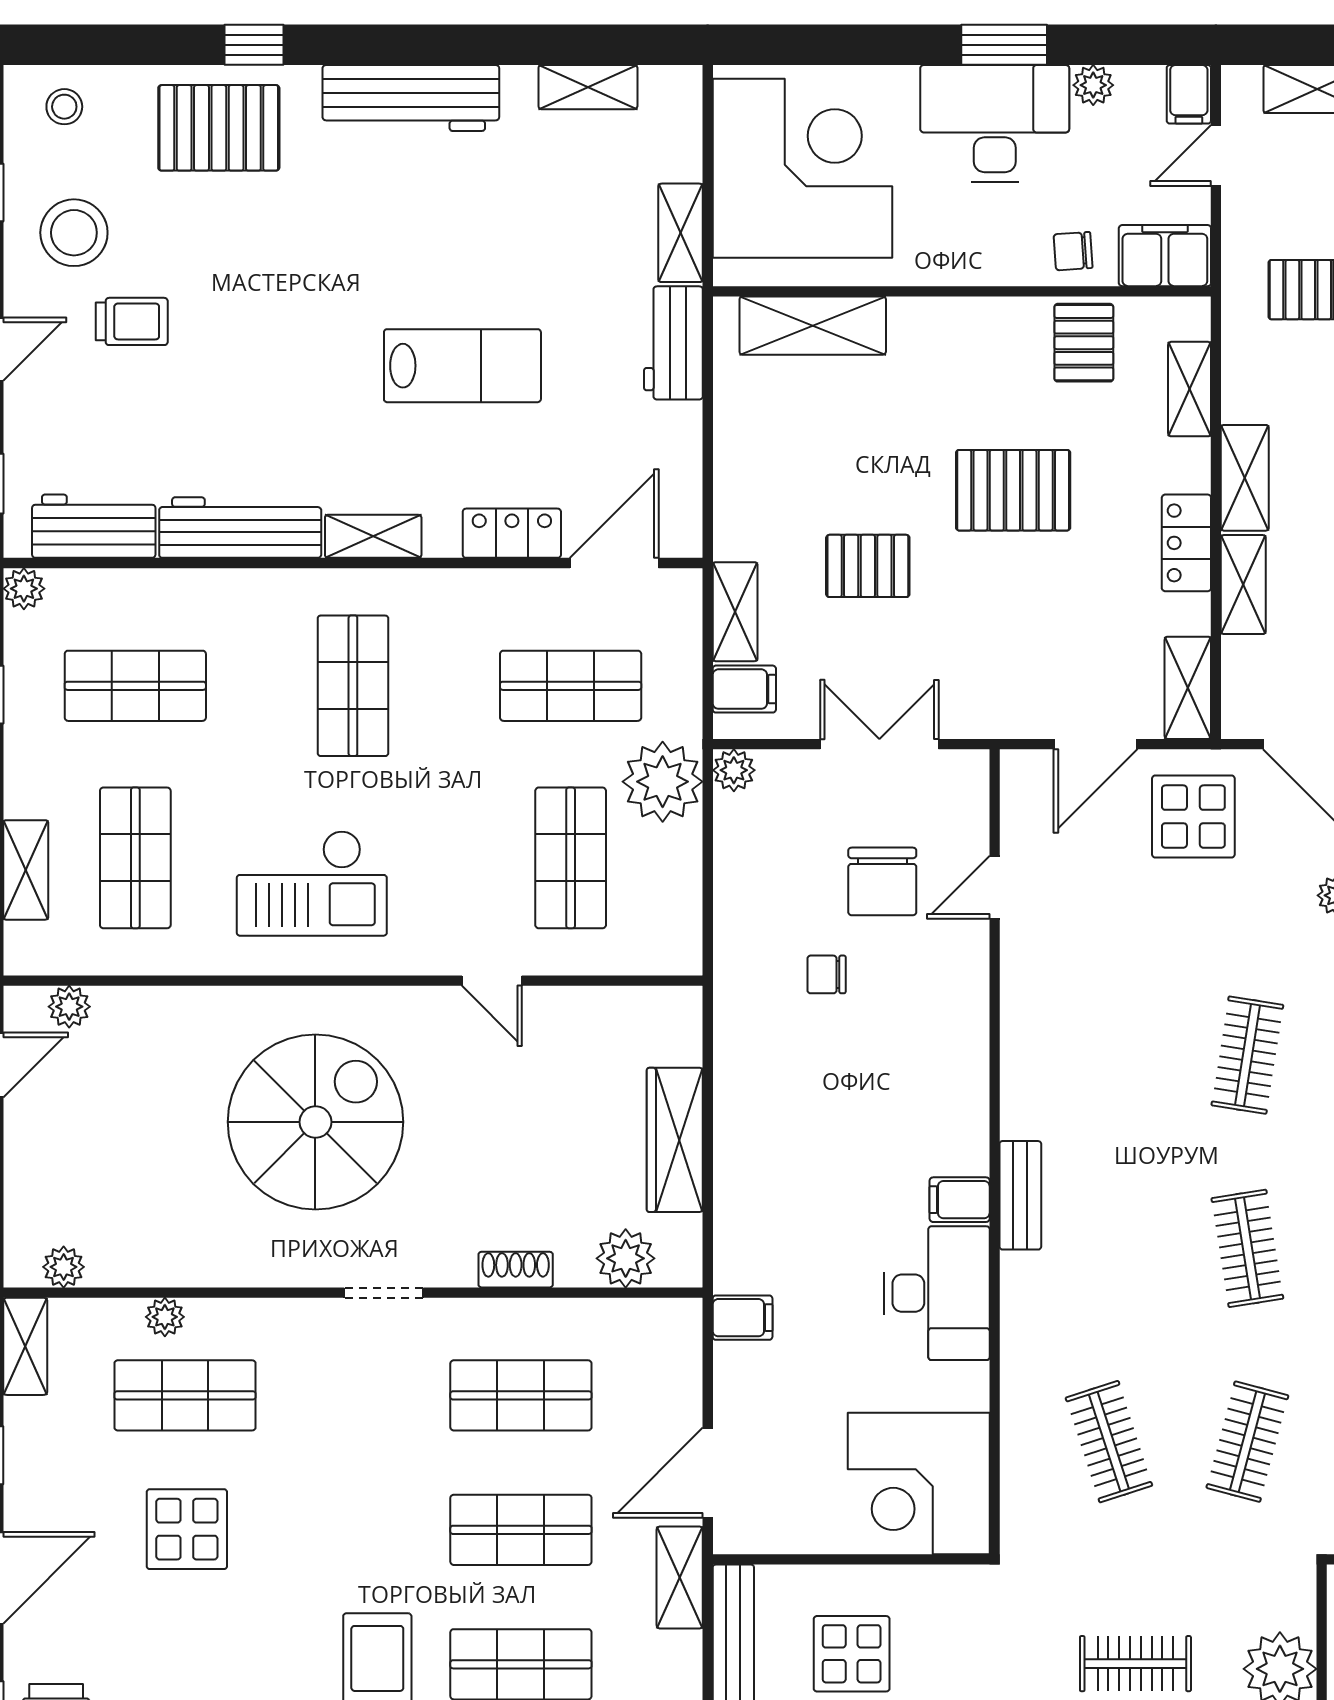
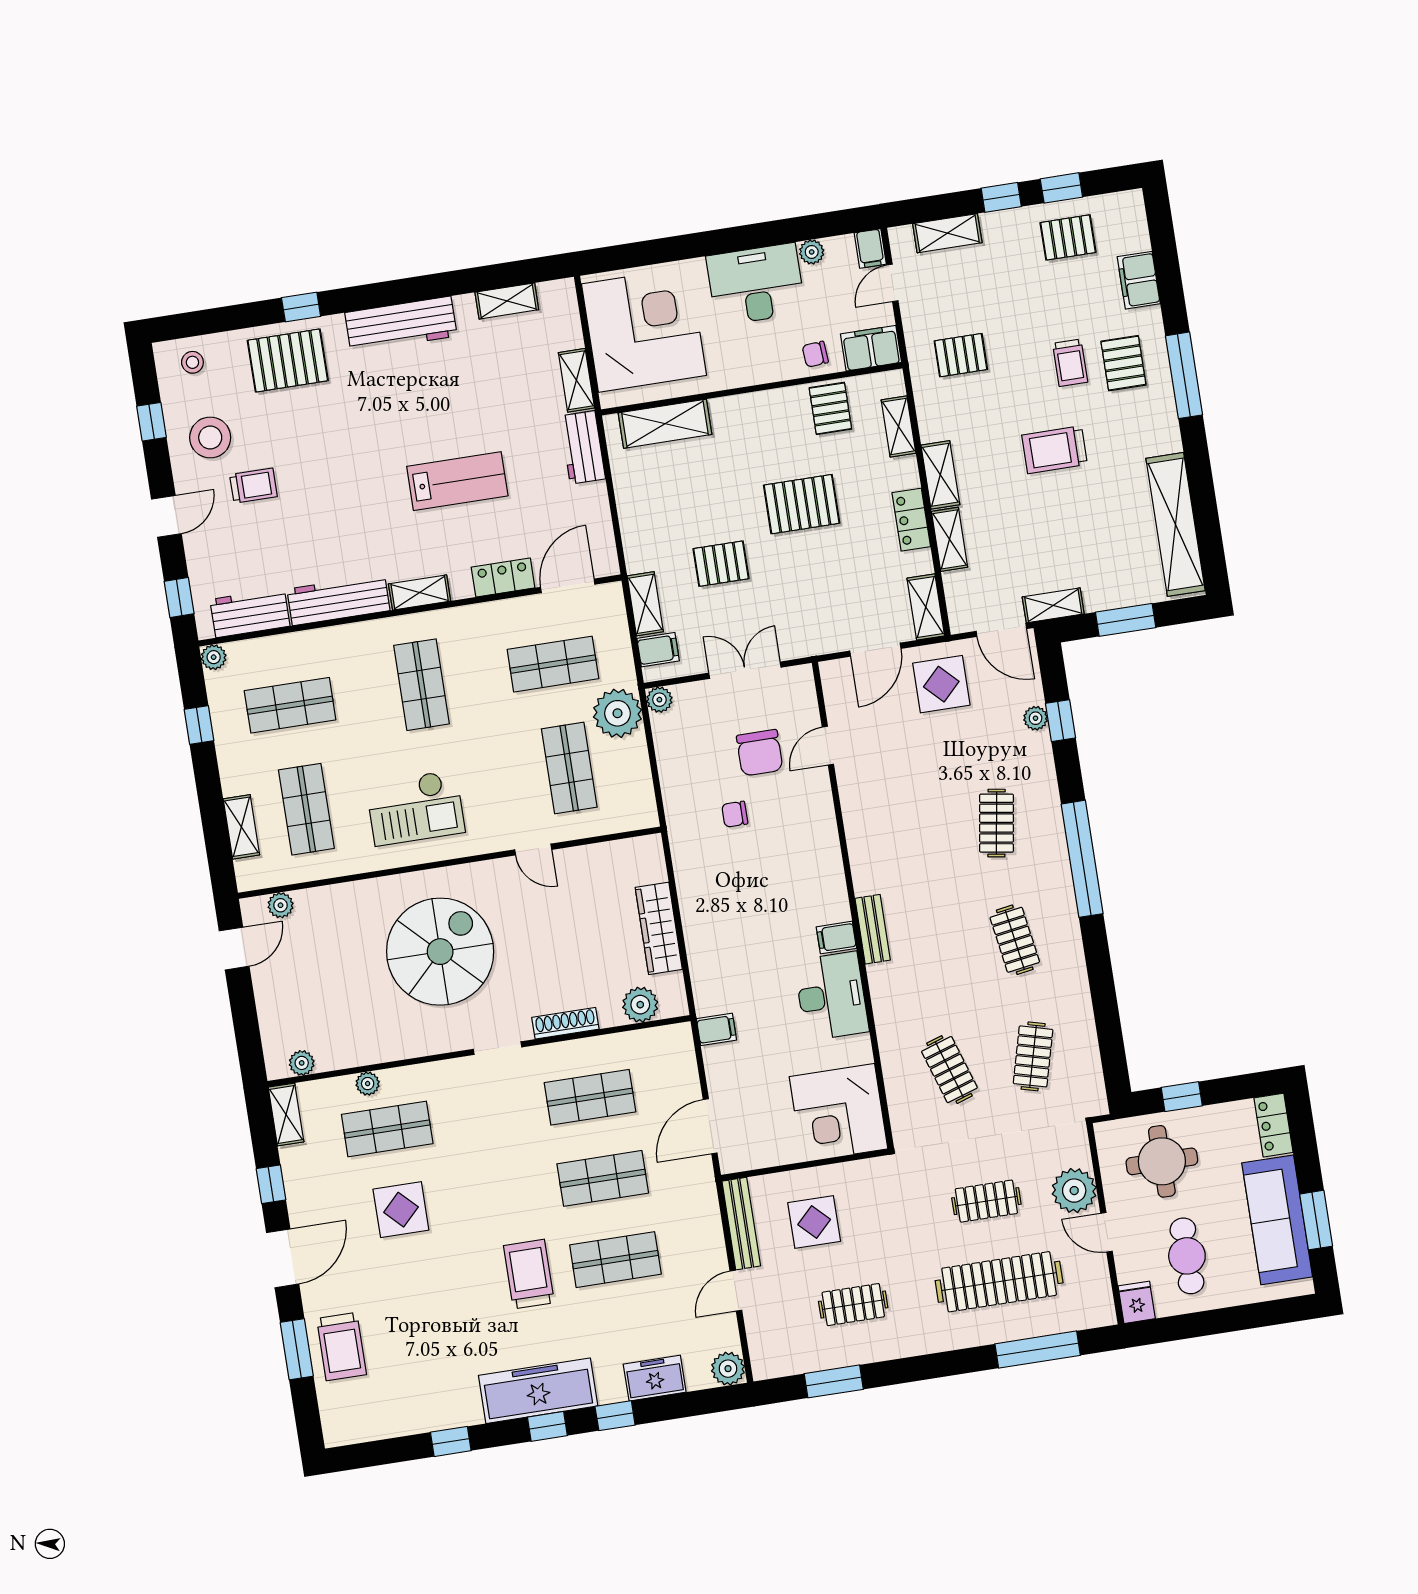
window: (1004, 45) -> (754, 236), removed
shoe rack: (516, 1270) -> (565, 1023), width x1.43
shelving: (680, 1577) -> (703, 1192), removed

